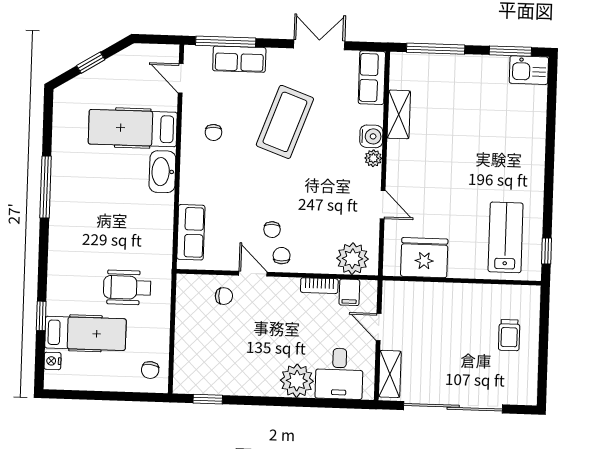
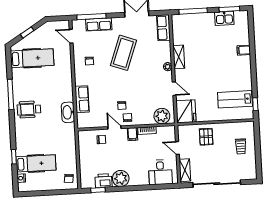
kitchen sink: (529, 70) -> (224, 18), moved
shelving: (399, 114) -> (179, 57), moved
hospital bed: (133, 128) -> (32, 58), moved, turned 180
water cooler: (371, 136) -> (166, 56), removed
filing cabinet: (532, 138) -> (244, 50), added
washbasin: (162, 172) -> (68, 112), moved
row of seats: (191, 232) -> (82, 99), moved
lab bench: (506, 237) -> (235, 99), turned -90
fridge: (424, 258) -> (186, 111), moved, turned 90
wheelchair: (127, 287) -> (29, 109), moved
filing cabinet: (349, 292) -> (132, 134), moved
pallet: (440, 309) -> (206, 137), added
printer: (221, 381) -> (104, 181), added
plant: (297, 381) -> (121, 178), moved

